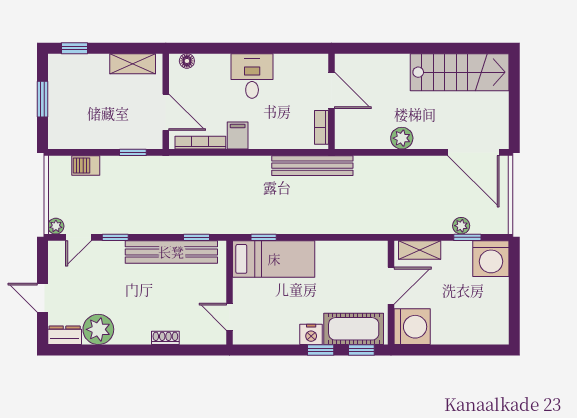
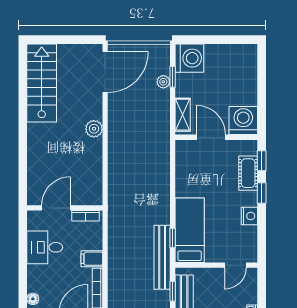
door: (332, 90) -> (56, 208), moved
wall: (332, 101) -> (65, 208), moved
bookcase: (322, 127) -> (86, 216), moved
bench: (312, 166) -> (162, 257), moved
cot: (354, 329) -> (248, 173), width x0.73, depth x0.75
nightstand: (311, 334) -> (249, 216), moved

